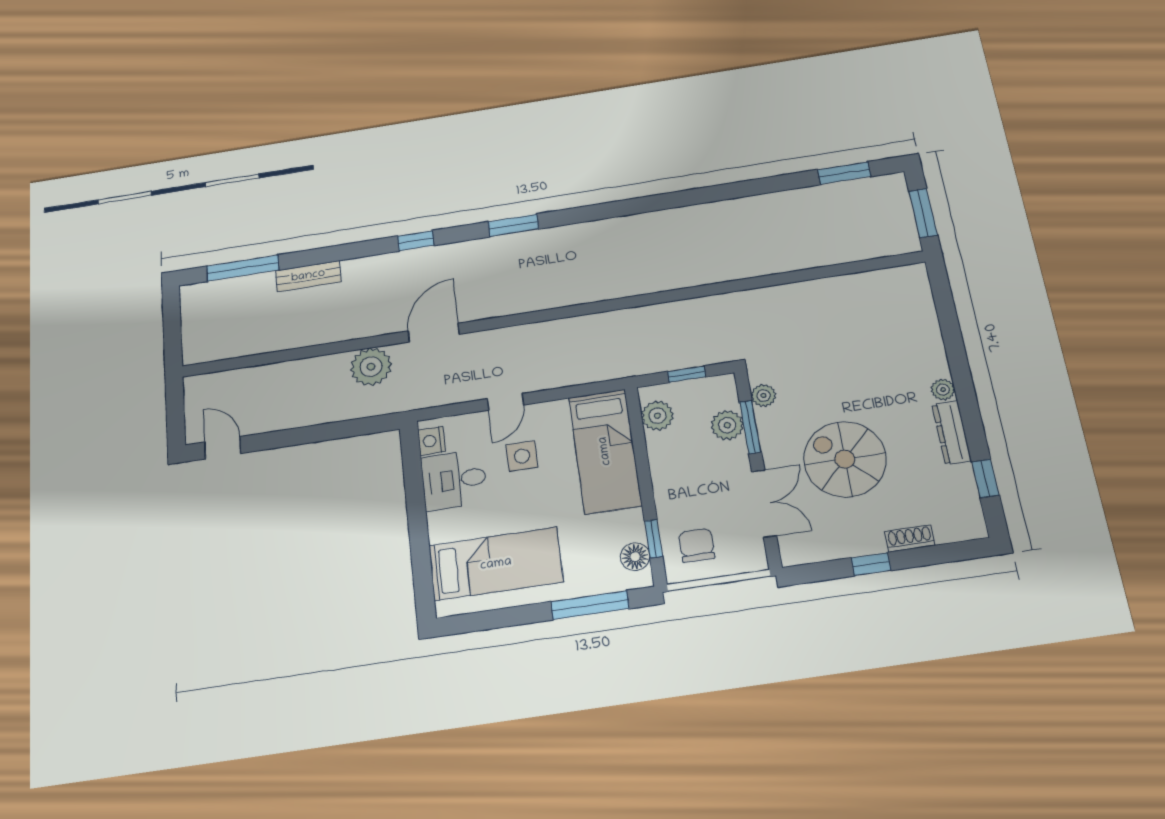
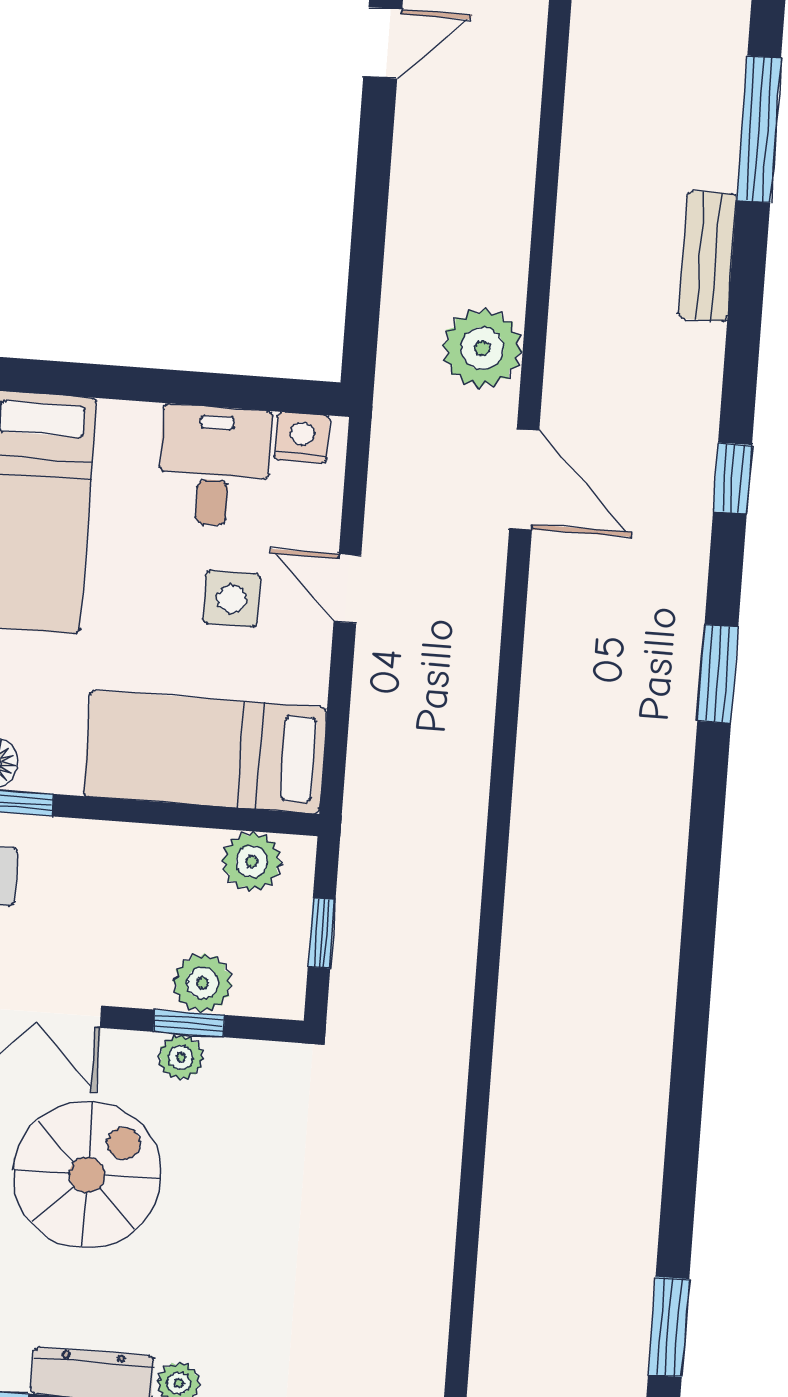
plant: (763, 396) -> (181, 1057), moved
window: (750, 427) -> (189, 1023), width x0.67

